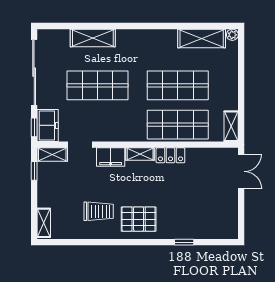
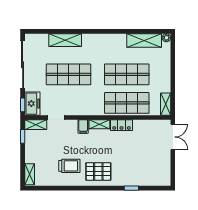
filing cabinet: (111, 157) -> (83, 126), width x0.50

